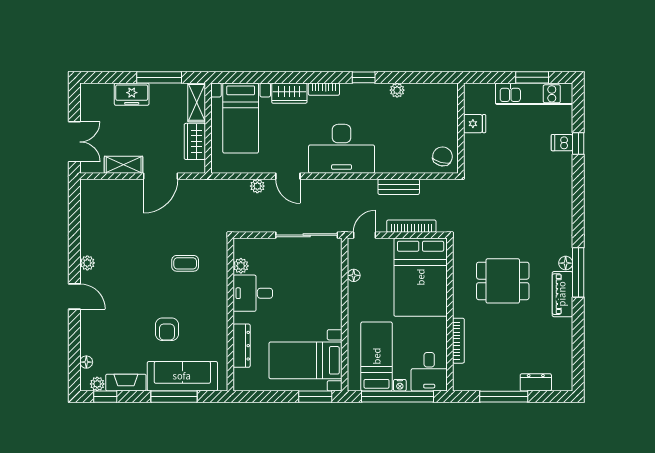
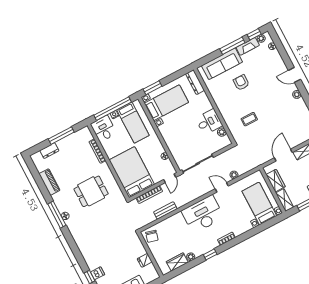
wardrobe: (289, 93) -> (177, 262), moved
piano: (562, 294) -> (49, 182), moved
dresser: (242, 346) -> (195, 82), moved
window: (174, 397) -> (232, 46), moved

